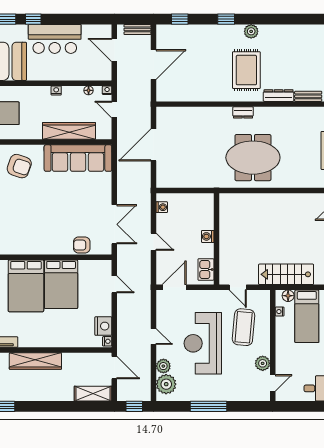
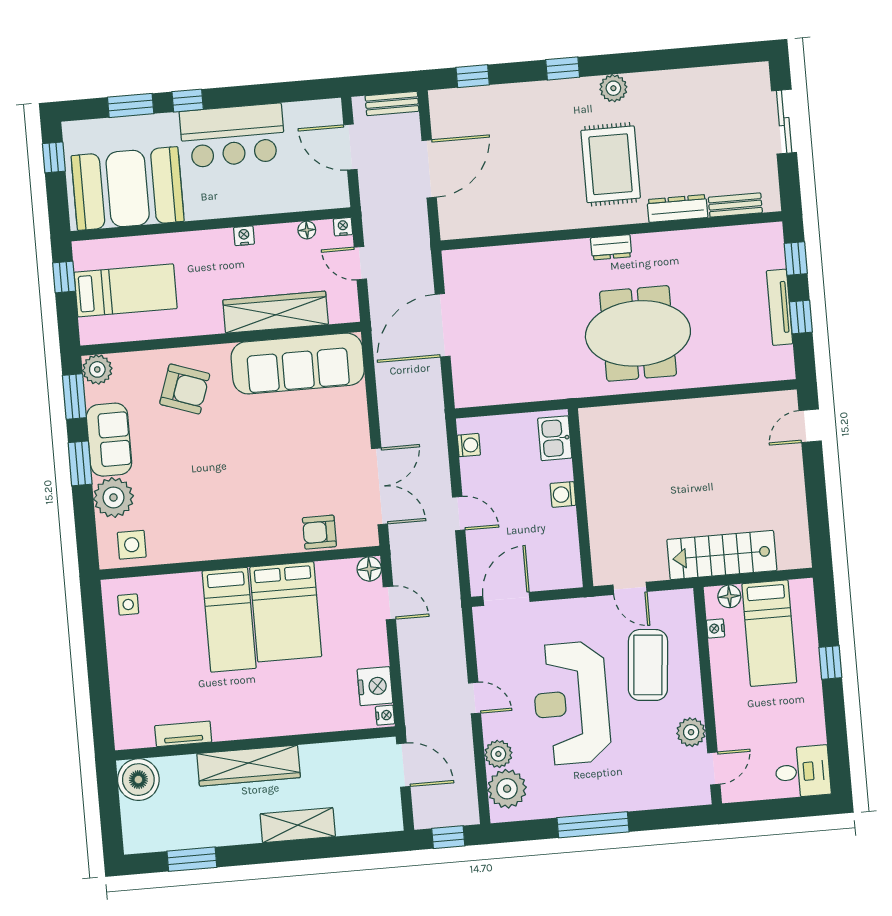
floor lamp: (106, 266) -> (369, 569), added
kitchen sink: (206, 270) -> (555, 438), moved
bed: (26, 286) -> (229, 620), width x0.67
shelving: (93, 394) -> (298, 825), moved

